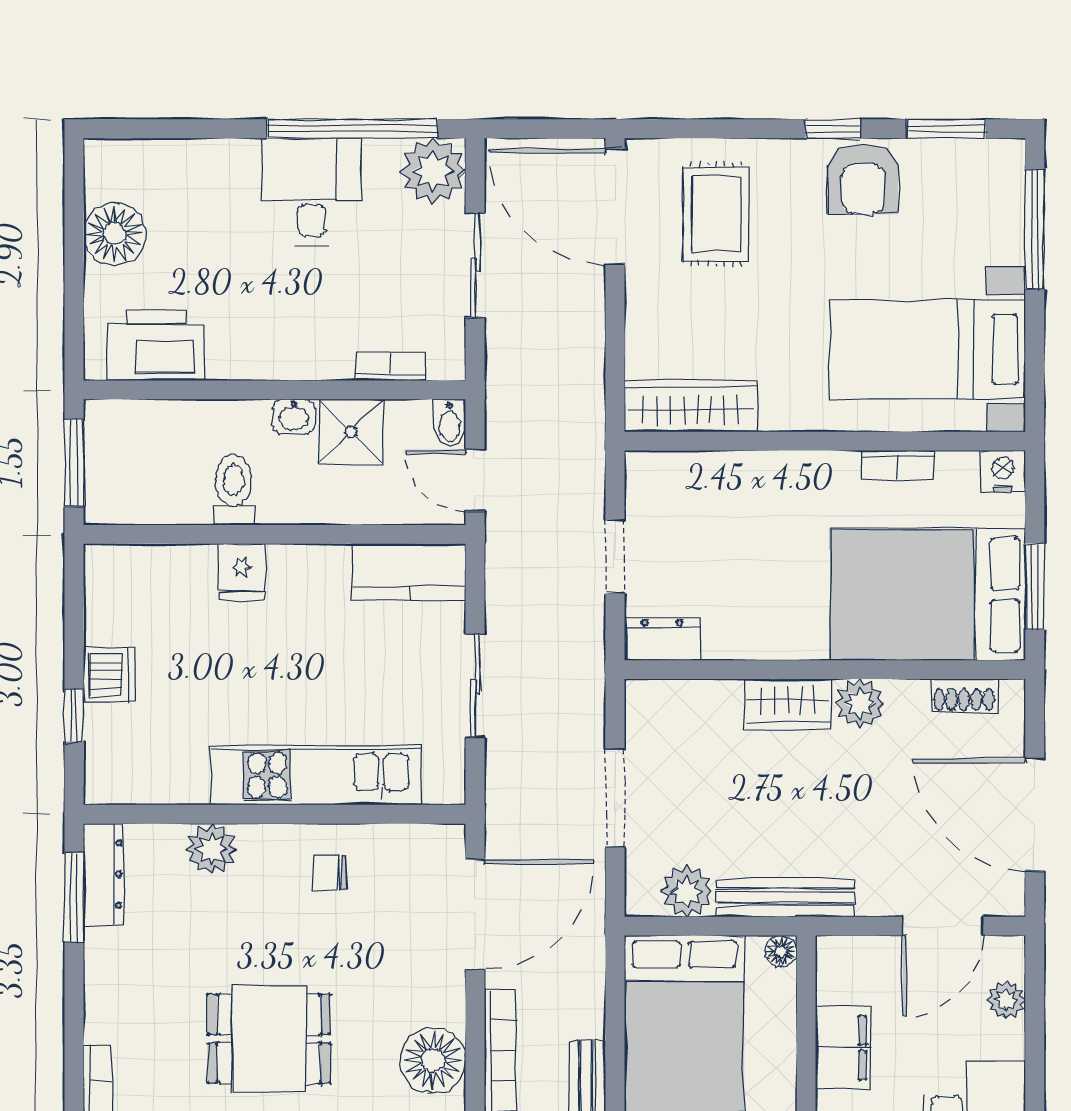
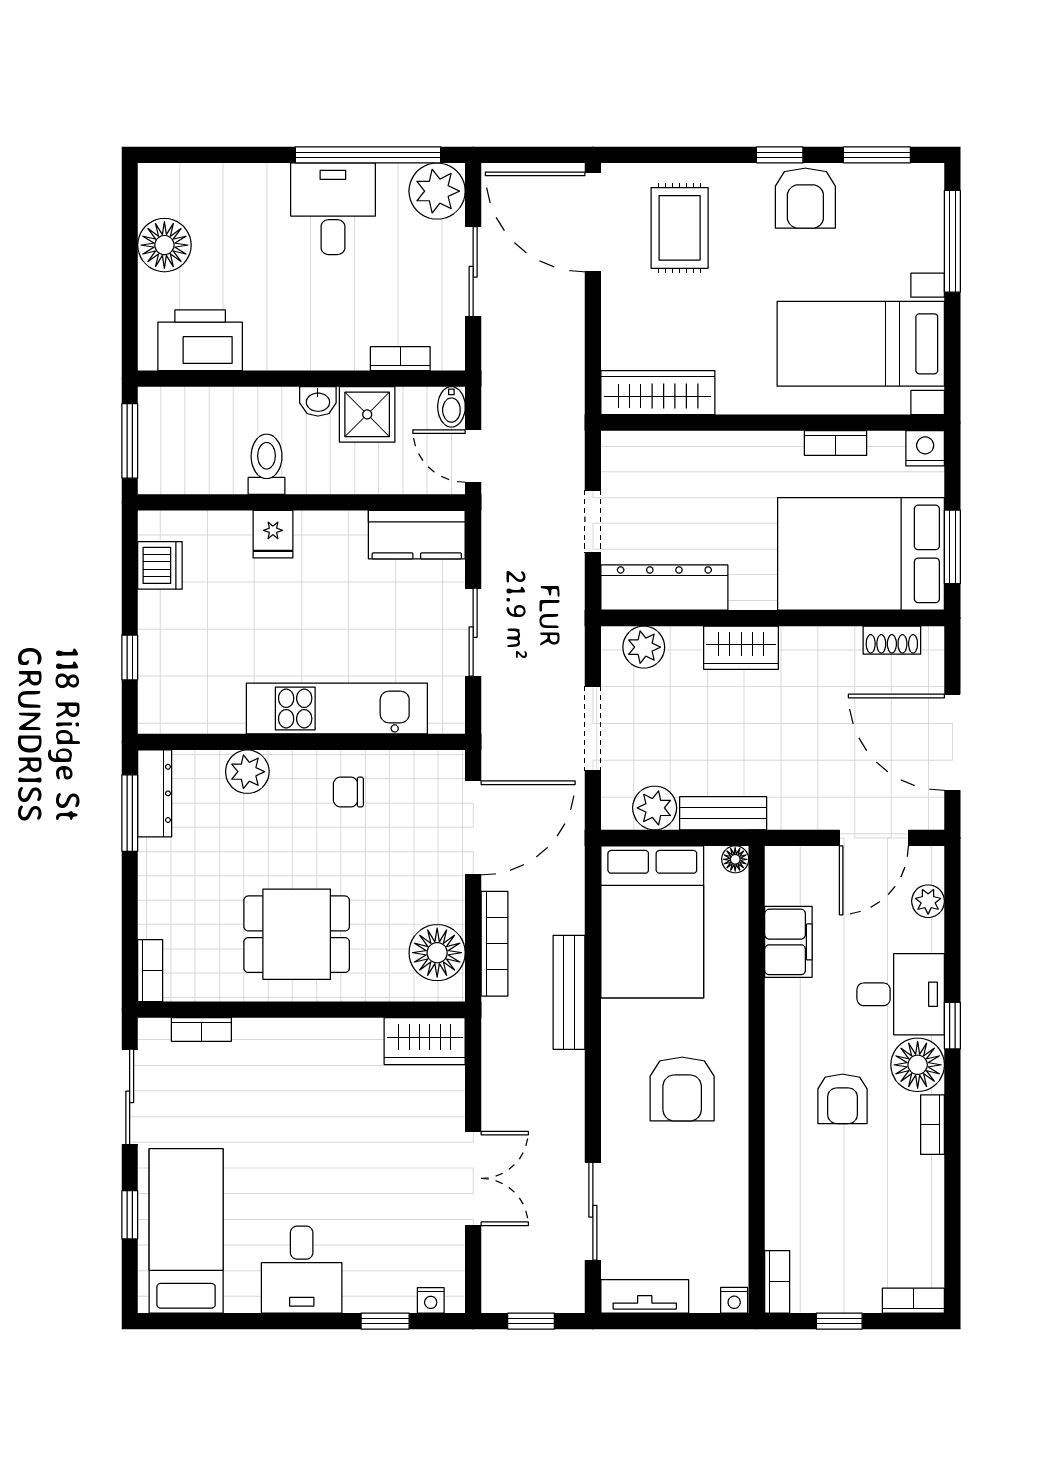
dresser: (662, 639) -> (664, 588), width x1.96, depth x1.24
dishwasher: (109, 675) -> (160, 565), moved
plant: (860, 703) -> (644, 647), moved
bench: (785, 897) -> (723, 813), width x0.73

